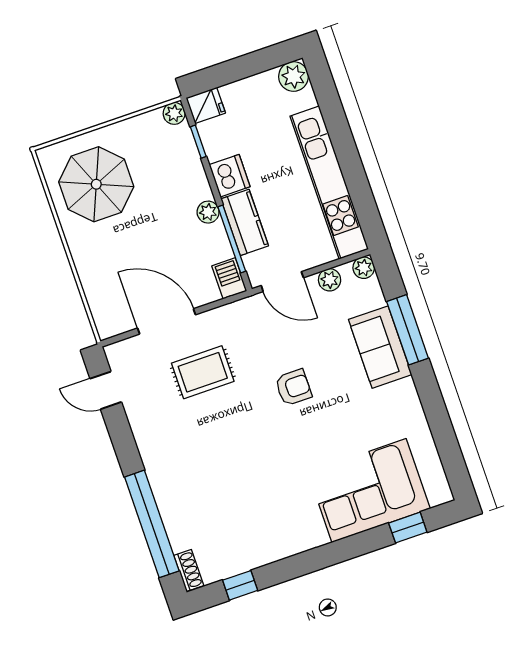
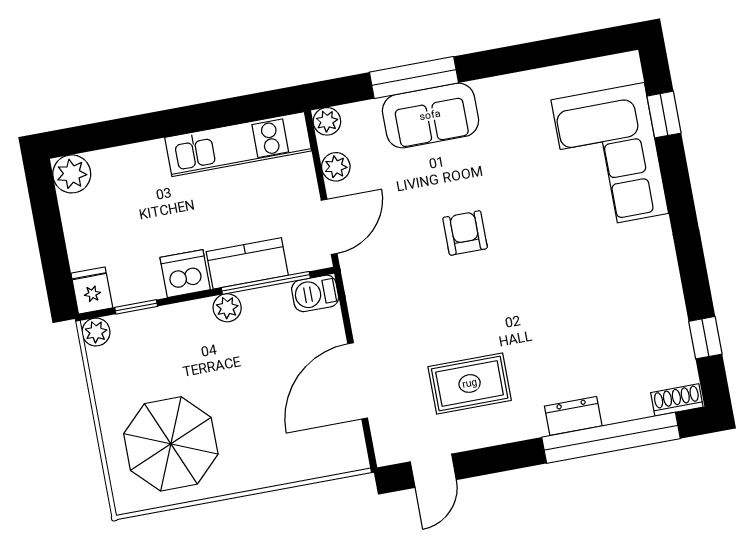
kitchen unit: (329, 183) -> (238, 144), width x0.73
rug: (203, 372) -> (470, 384), moved, turned 90
dresser: (164, 492) -> (573, 416), added

